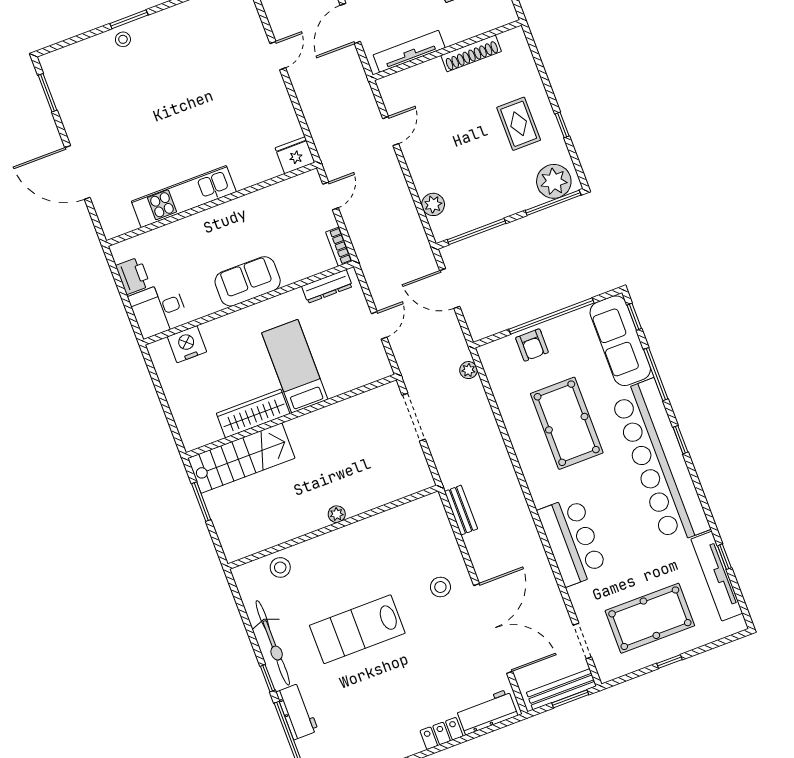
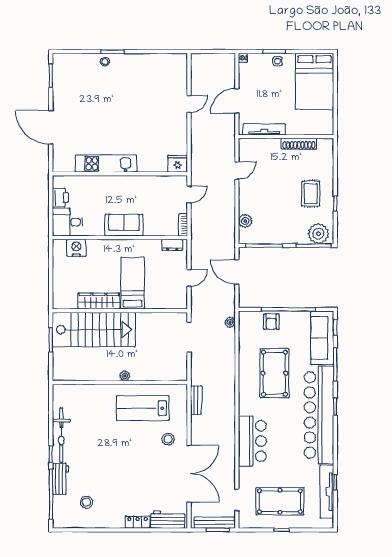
dresser: (327, 286) -> (172, 245), width x0.70
stairs: (241, 458) -> (94, 330), width x1.36, depth x1.51
stool: (280, 567) -> (86, 502), moved
lab bench: (357, 629) -> (143, 408), moved

